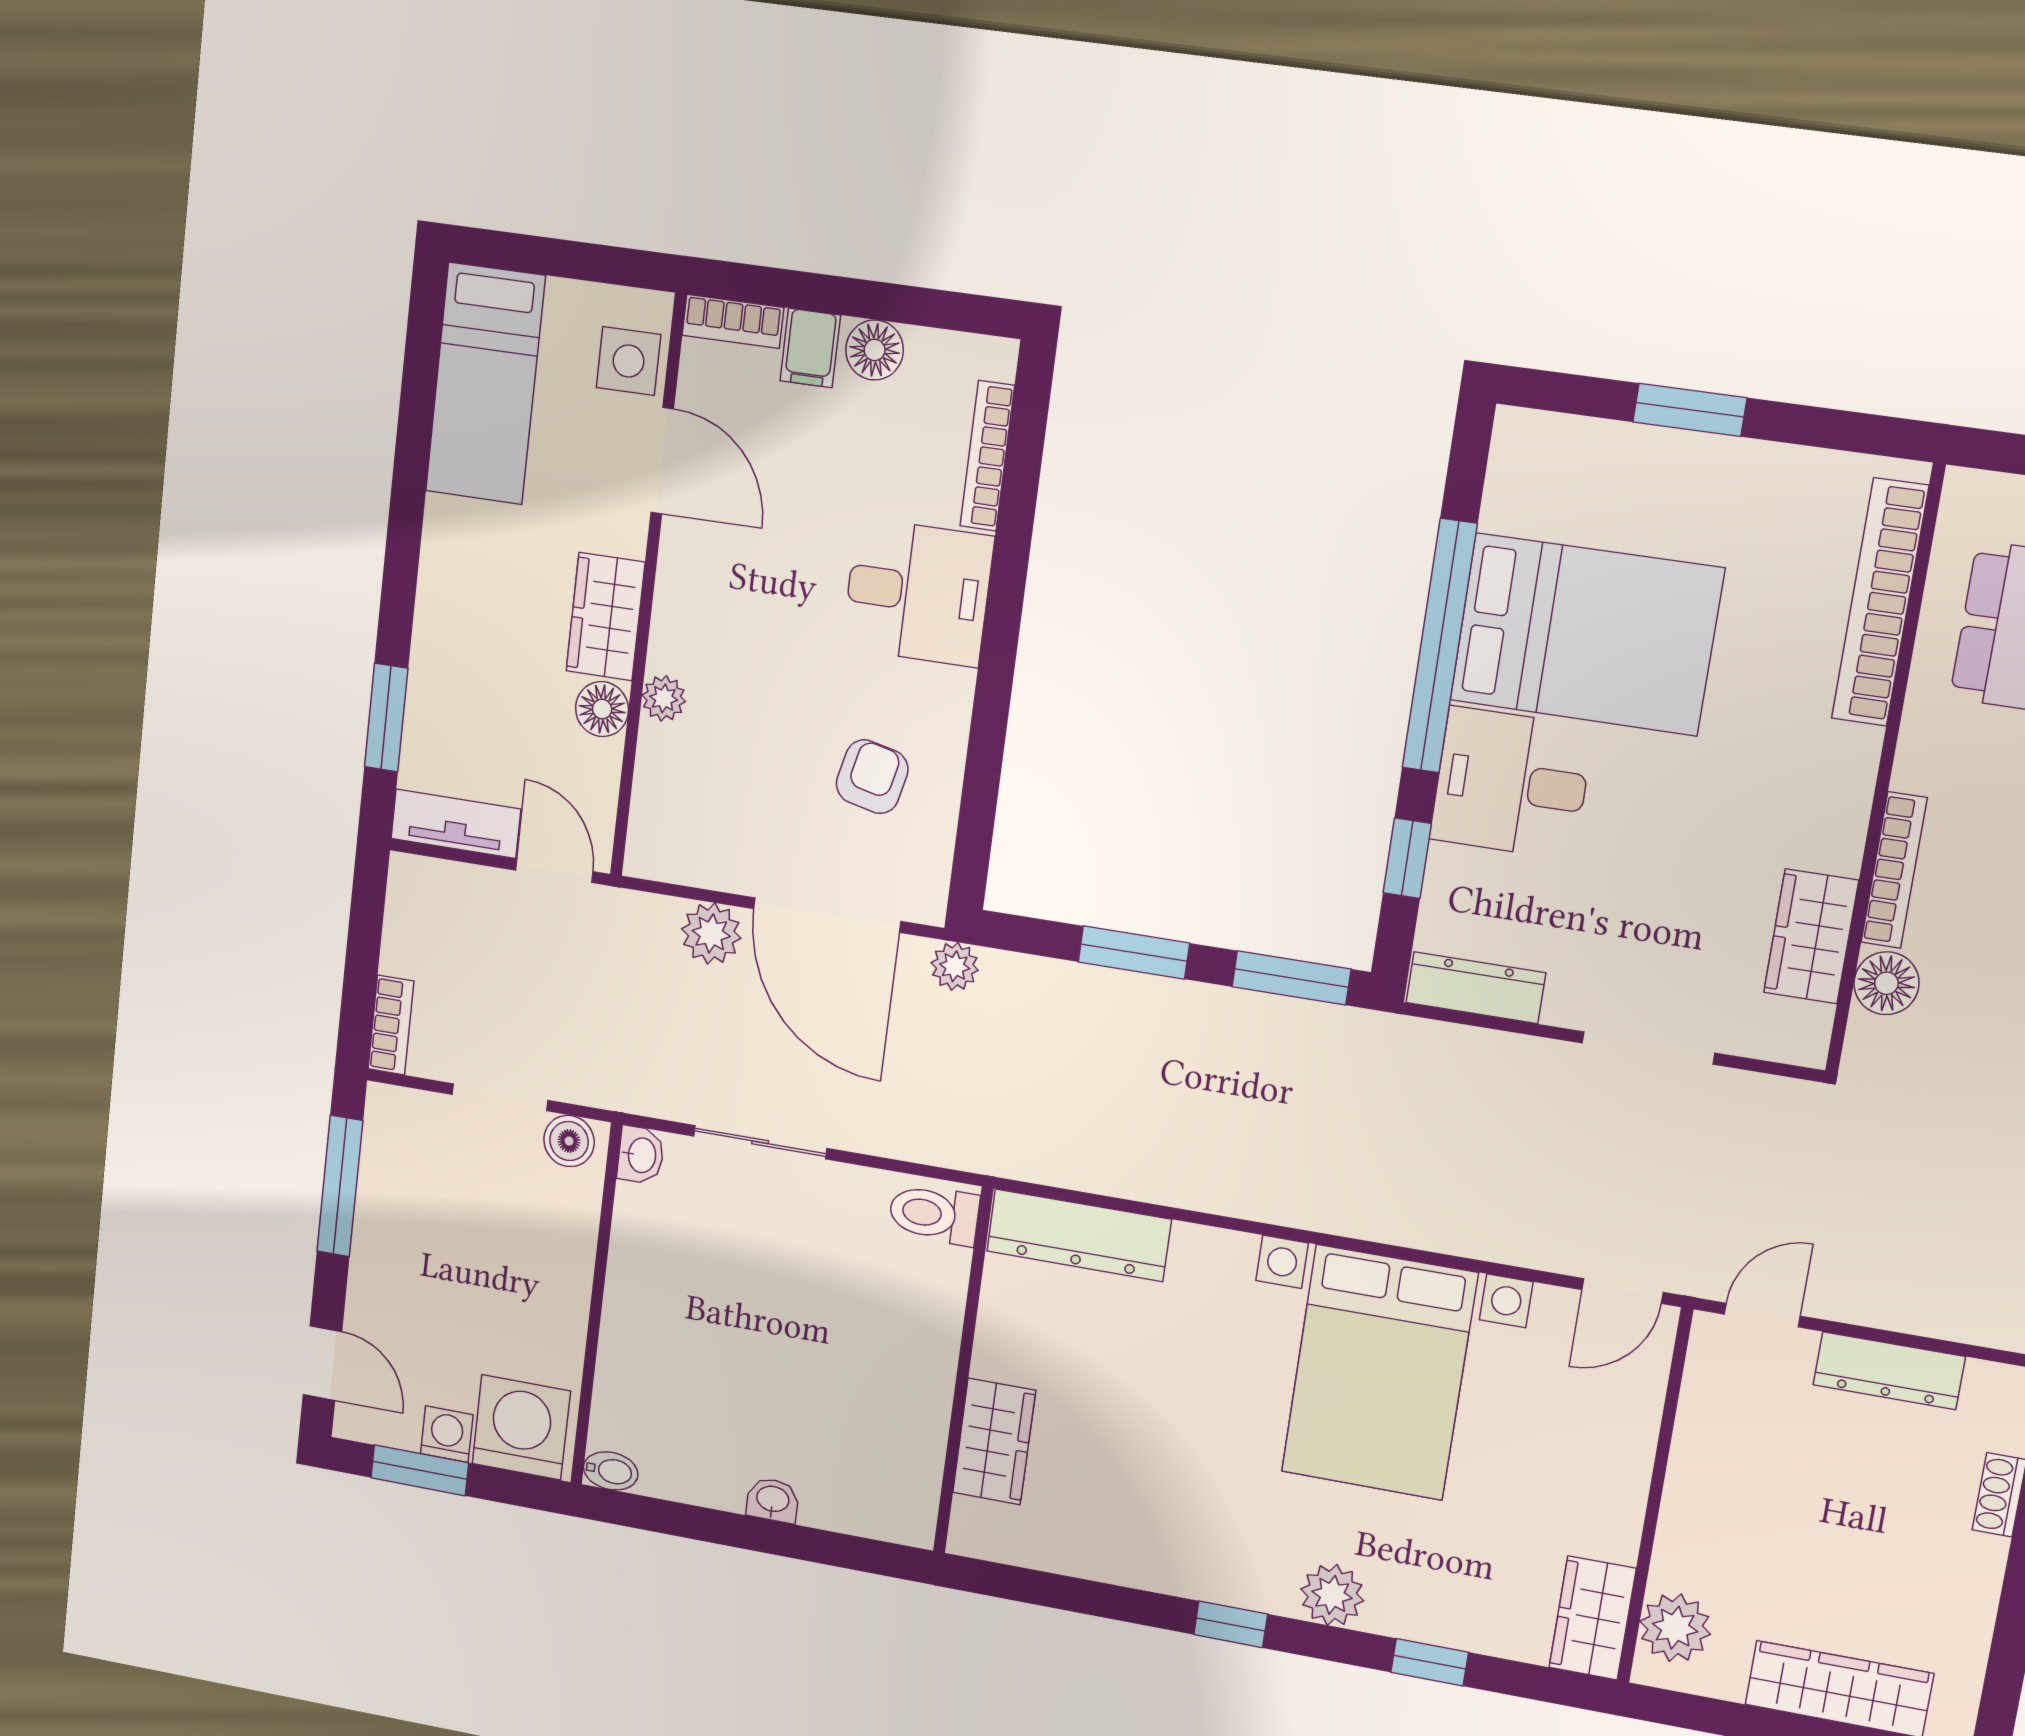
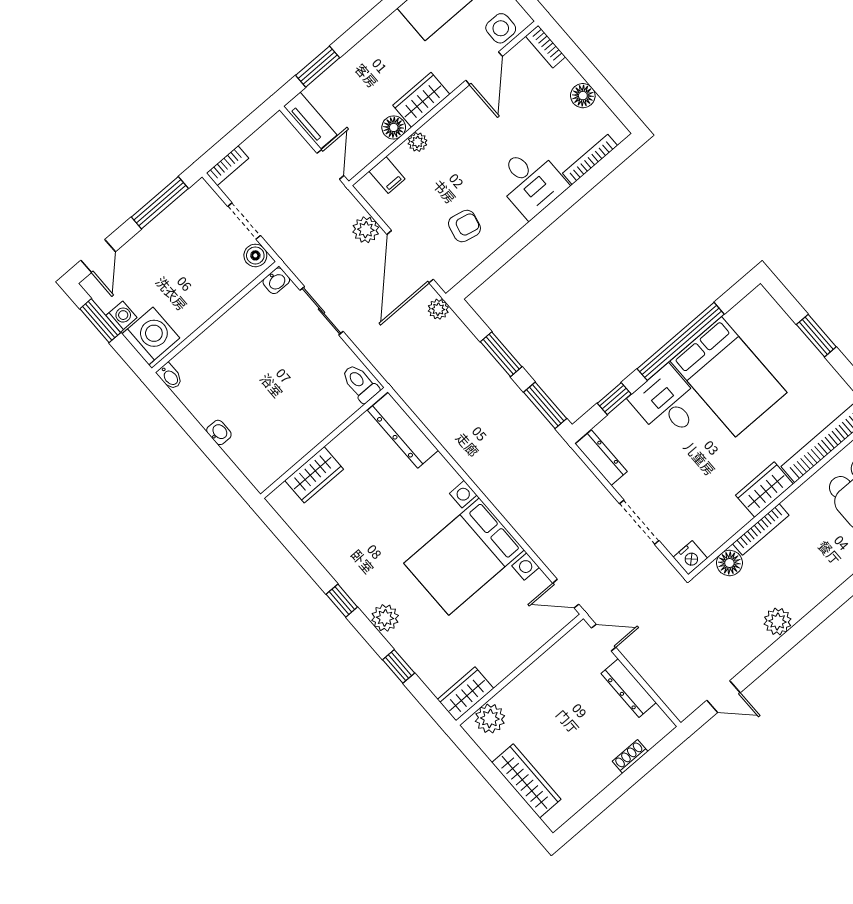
filing cabinet: (810, 348) -> (387, 175), moved, turned -90
wardrobe: (1811, 936) -> (764, 490), moved
nightstand: (1802, 1035) -> (690, 558), added

